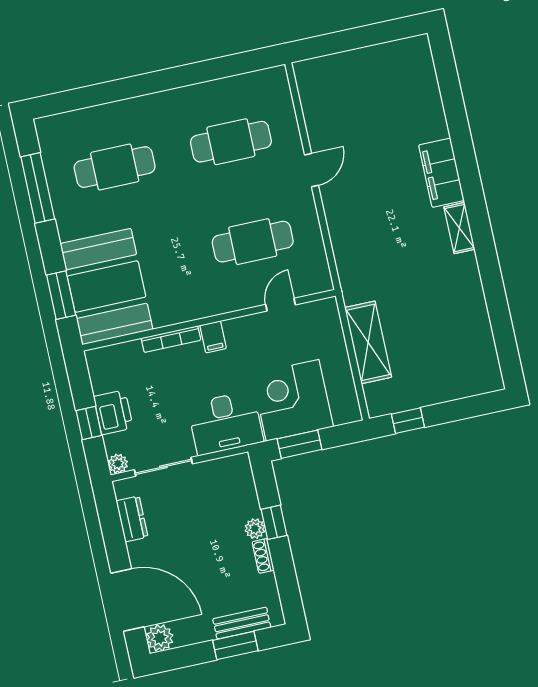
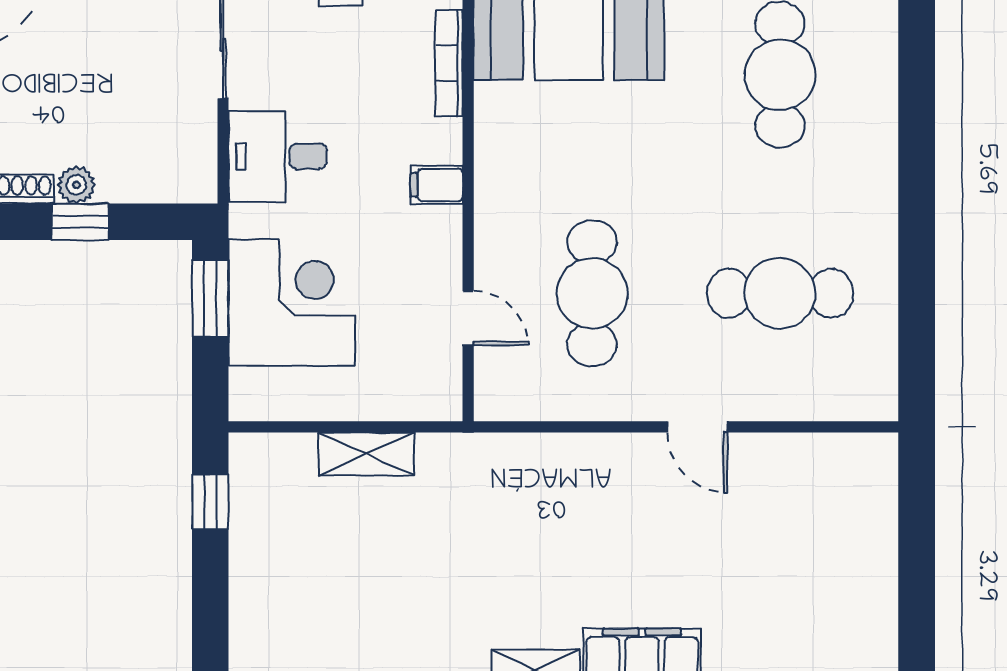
cafe table: (231, 142) -> (780, 293), turned 90
bookcase: (171, 339) -> (449, 63), moved
shelving: (368, 342) -> (366, 454), width x0.67, depth x0.75
desk: (225, 423) -> (278, 156), width x0.73

